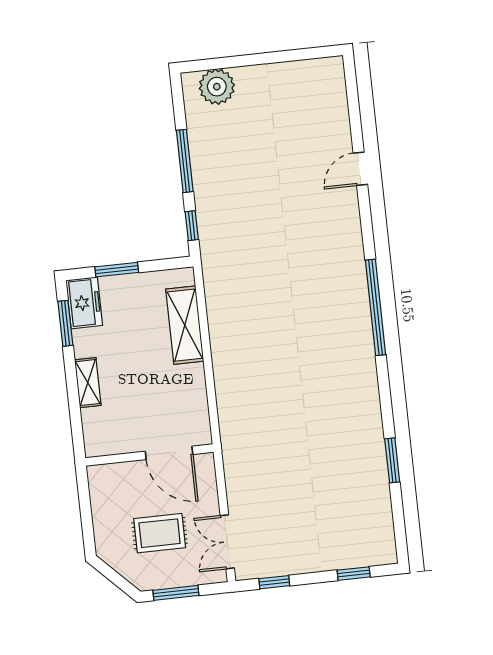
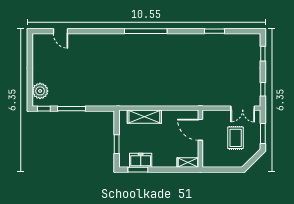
door: (360, 169) -> (61, 31), moved
window: (192, 226) -> (44, 109), moved
freezer: (84, 303) -> (141, 160), moved
shelving: (88, 383) -> (188, 162), moved
door: (169, 453) -> (200, 130), swing flipped

